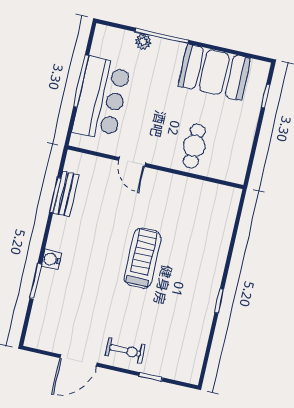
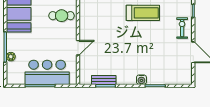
treadmill: (143, 258) -> (143, 13), moved, turned 180

